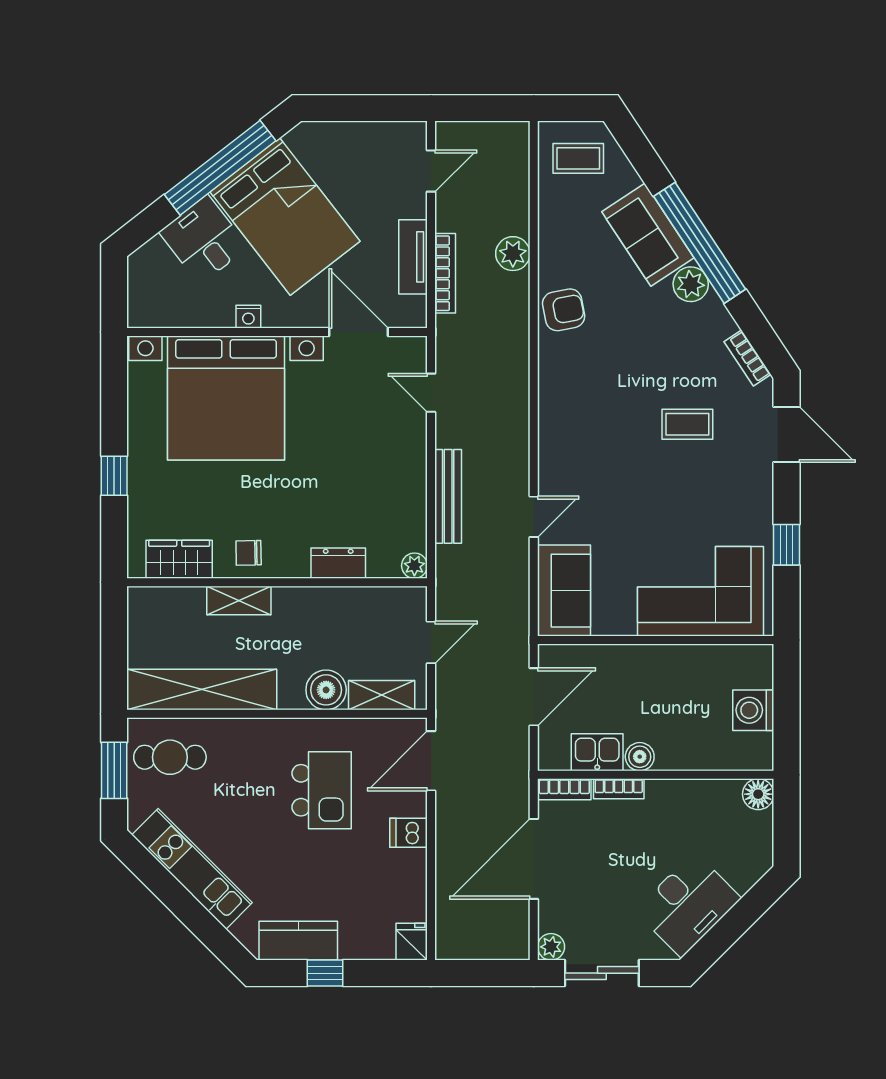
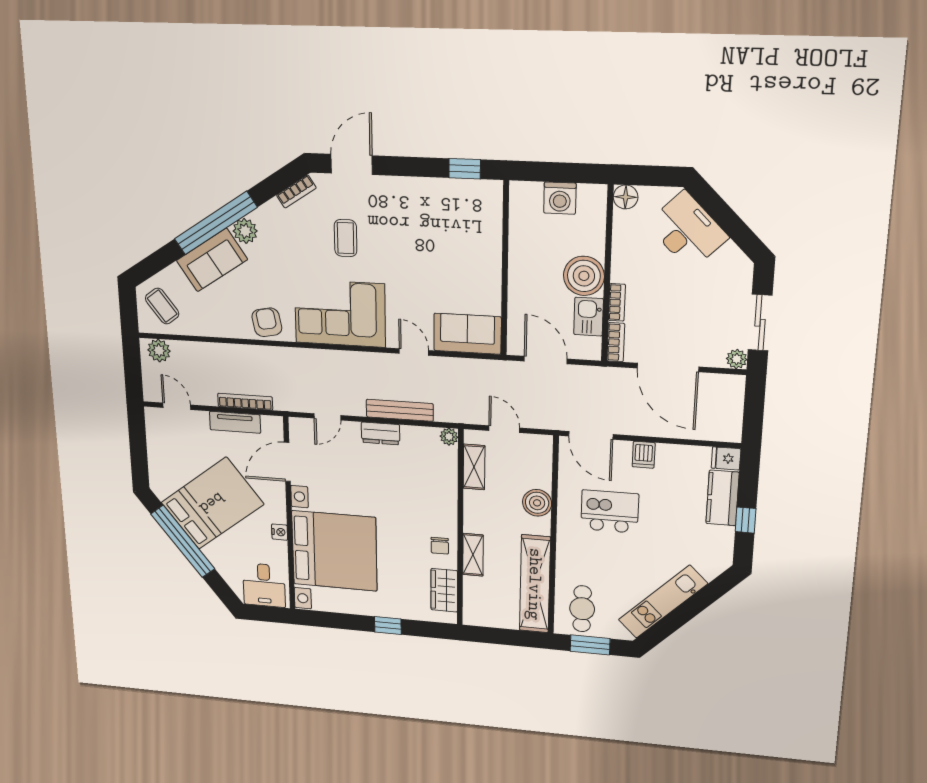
coffee table: (578, 158) -> (162, 306), turned -37
desk: (204, 240) -> (264, 585), moved, turned -52
plant: (513, 254) -> (159, 350), moved
window: (787, 545) -> (465, 169), moved
dresser: (338, 563) -> (381, 433), moved, turned -90
corner sofa: (700, 591) -> (340, 313), moved, turned 90
shelving: (382, 695) -> (474, 467), moved
boiler: (640, 757) -> (584, 276), width x1.86, depth x1.86
desk: (688, 905) -> (687, 231), moved
kitchen counter: (298, 941) -> (722, 498), moved

